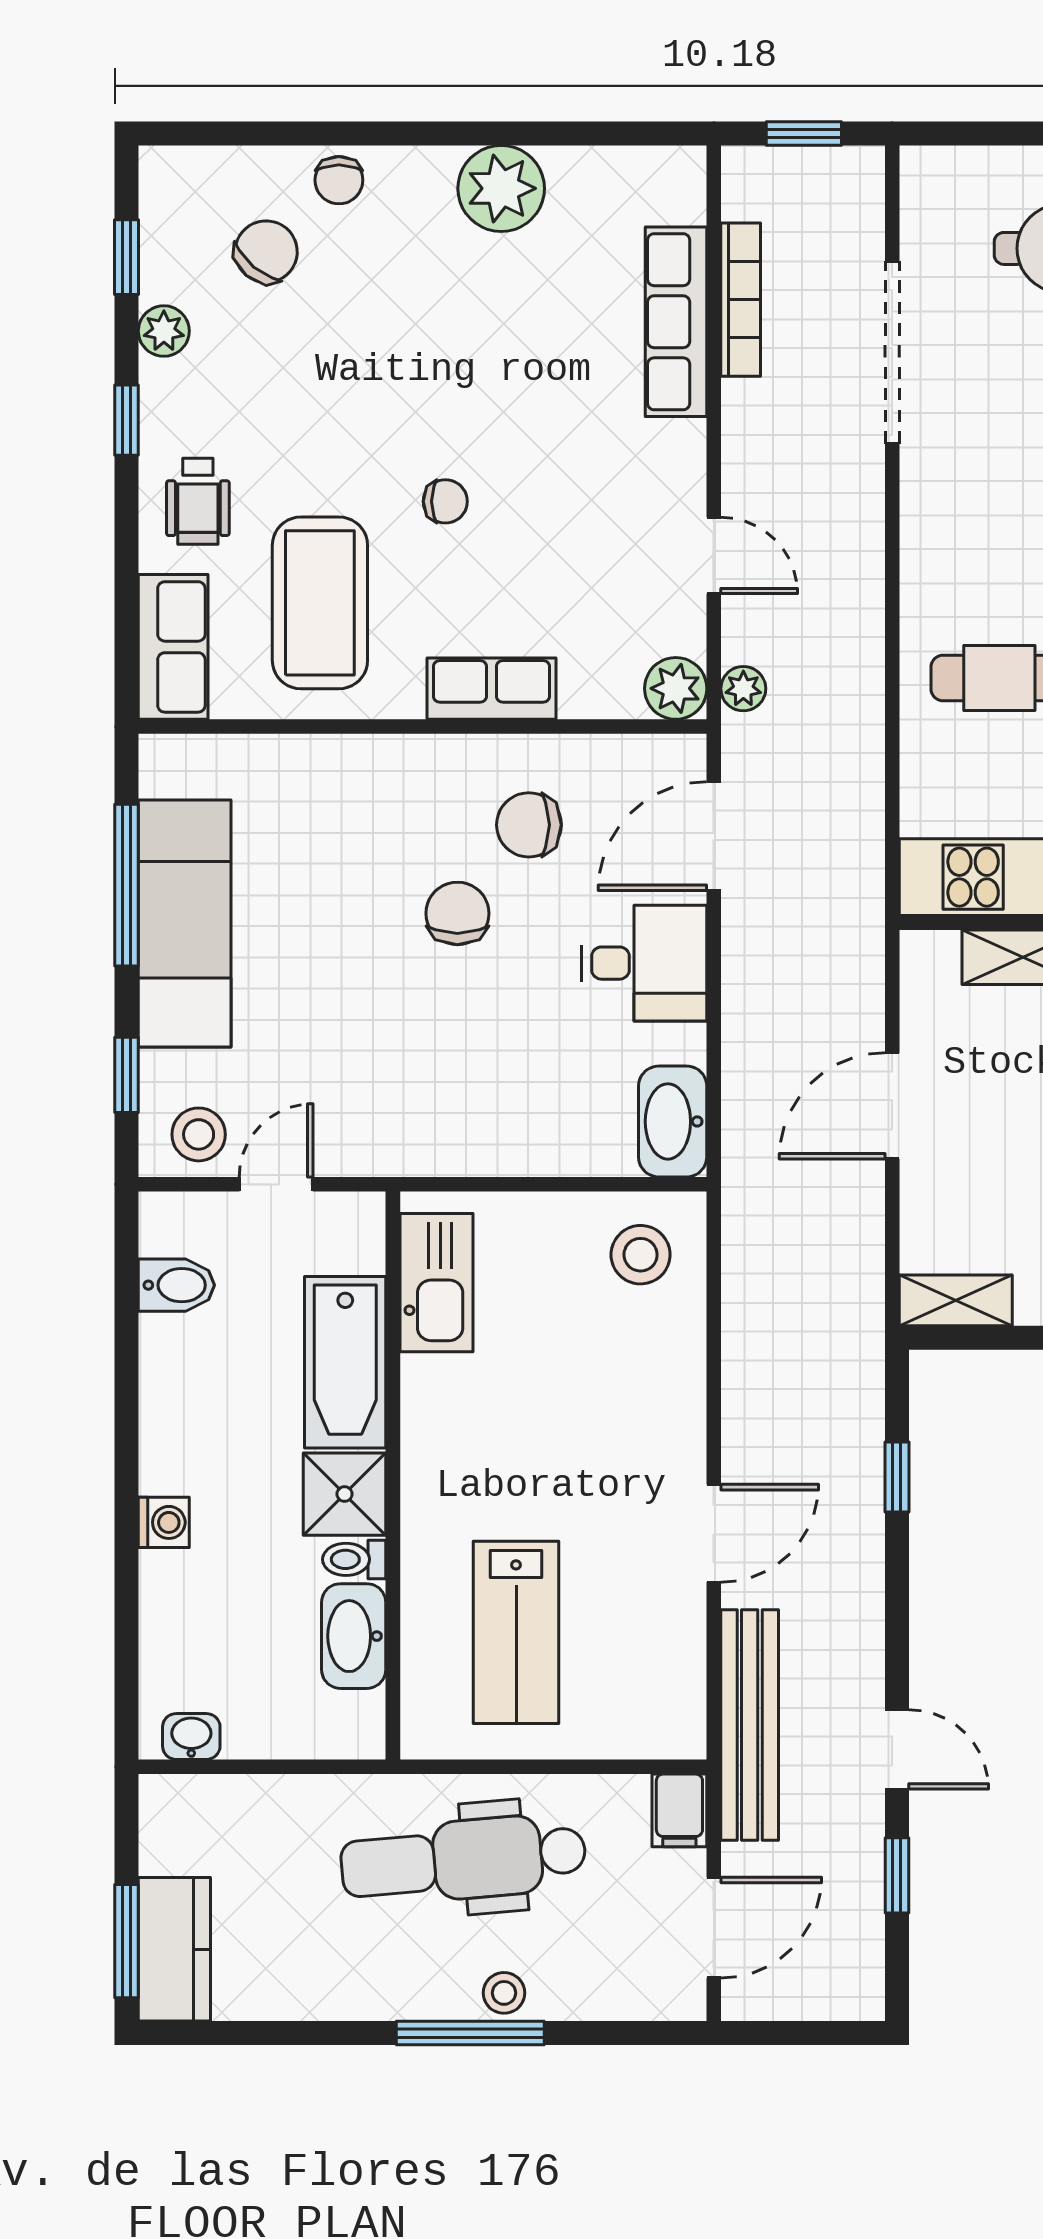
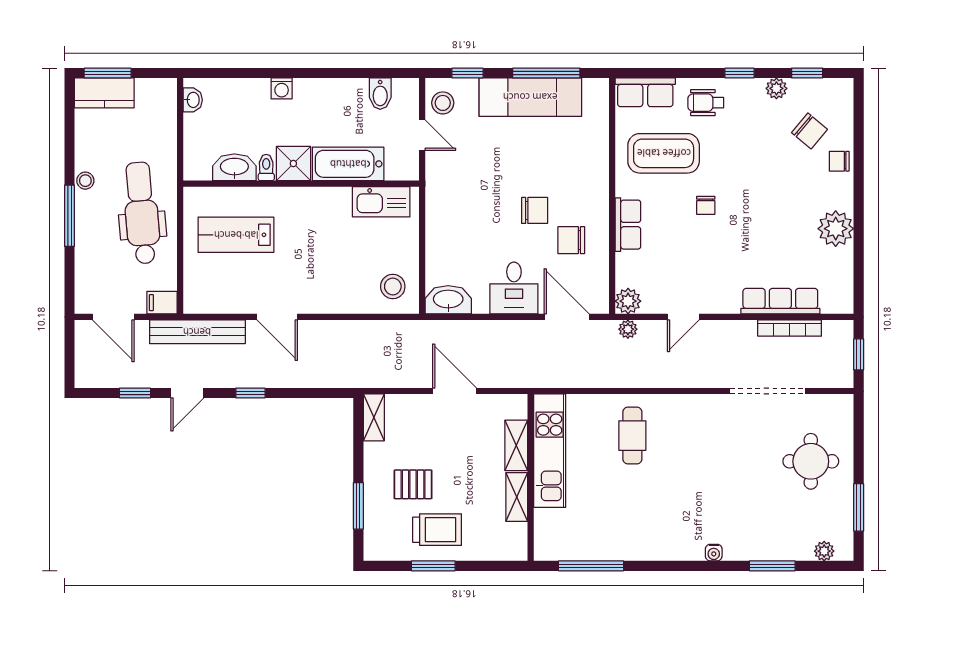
chair: (529, 825) -> (571, 240), turned -90
window: (897, 1477) -> (250, 393), moved
stool: (504, 1993) -> (85, 181), moved

